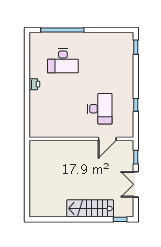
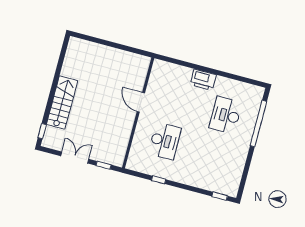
printer: (34, 84) -> (203, 80), width x1.87, depth x1.48
desk: (100, 109) -> (165, 141), turned -90
door: (107, 139) -> (141, 102), moved

